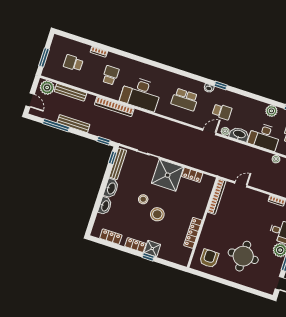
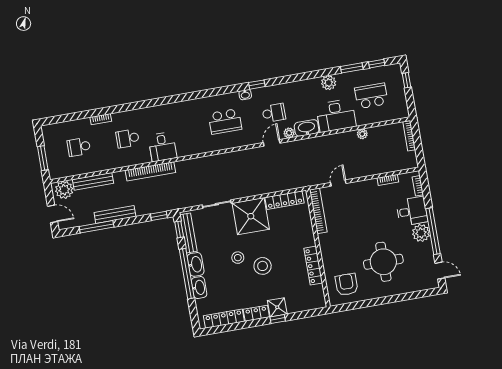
school desk: (110, 75) -> (128, 138), turned -90
desk: (141, 94) -> (162, 147), width x0.53, depth x0.77
locker: (192, 175) -> (284, 200), width x1.53
window: (102, 192) -> (187, 274), added
locker: (111, 237) -> (224, 319), width x1.53

